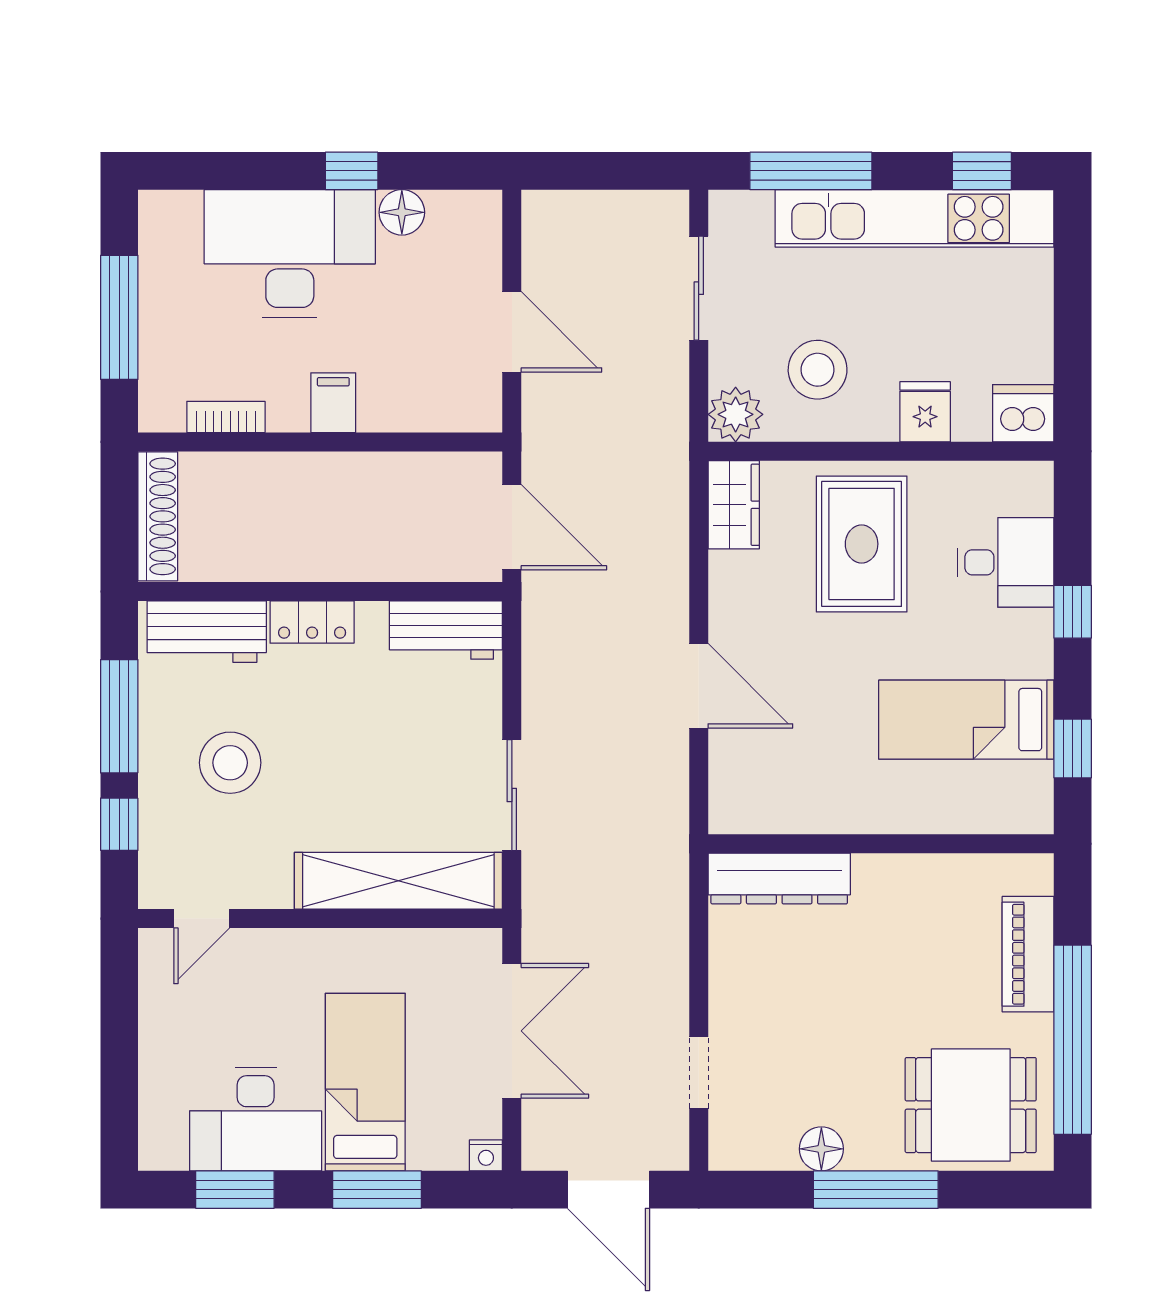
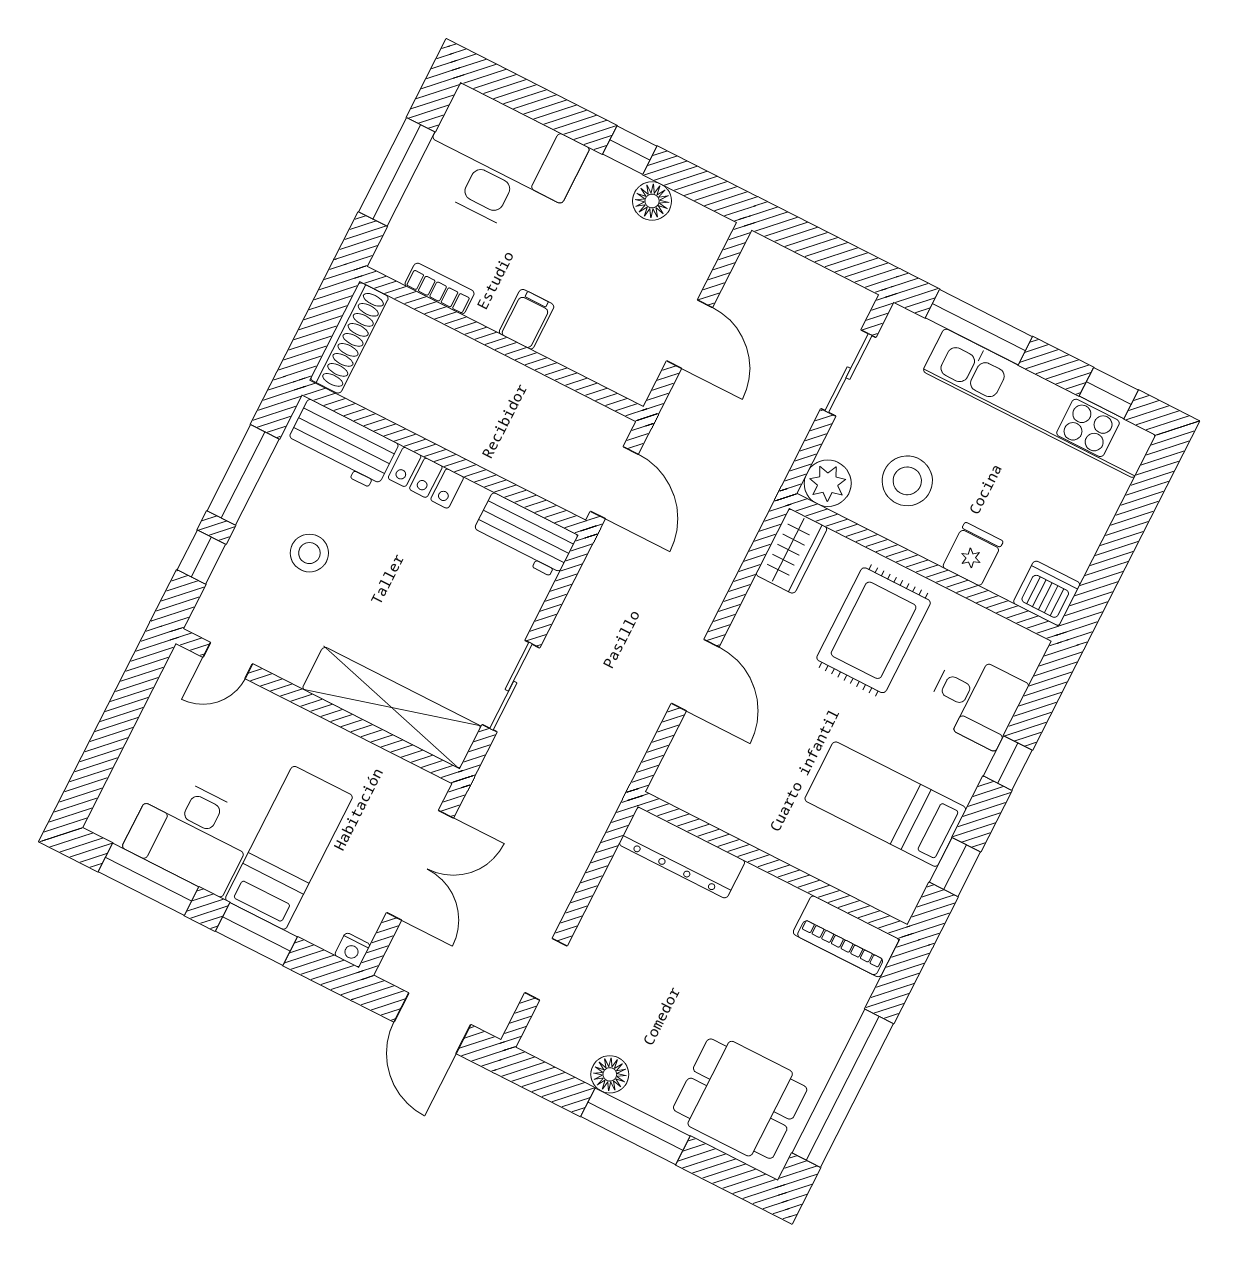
desk: (290, 254) -> (501, 164), moved
stool: (230, 763) -> (309, 553), width x0.73, depth x0.73
piano: (1028, 954) -> (846, 936), moved, turned -90
window: (235, 1190) -> (148, 879), width x1.44

